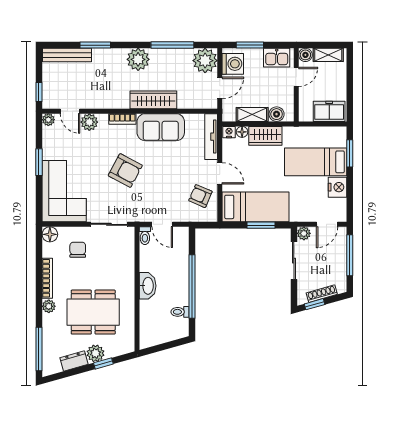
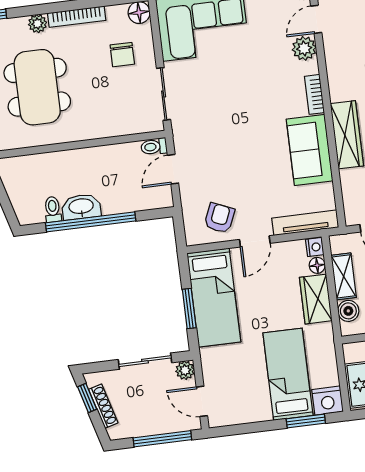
armchair: (125, 171) -> (242, 108), removed
nightstand: (337, 187) -> (328, 401), moved
chair: (78, 250) -> (122, 55), turned 90
washbasin: (148, 286) -> (81, 207), moved, turned 180

